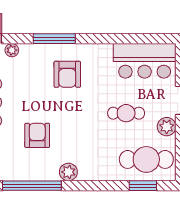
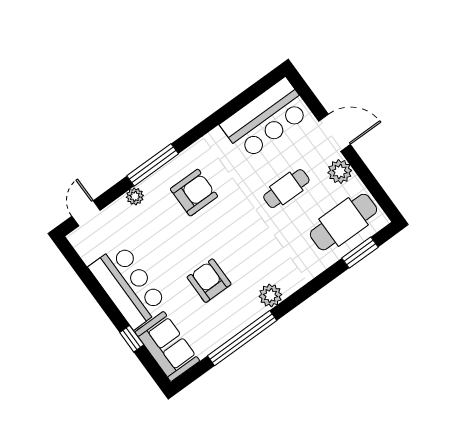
plant: (12, 50) -> (135, 196), moved
armchair: (67, 74) -> (194, 193), turned -90

